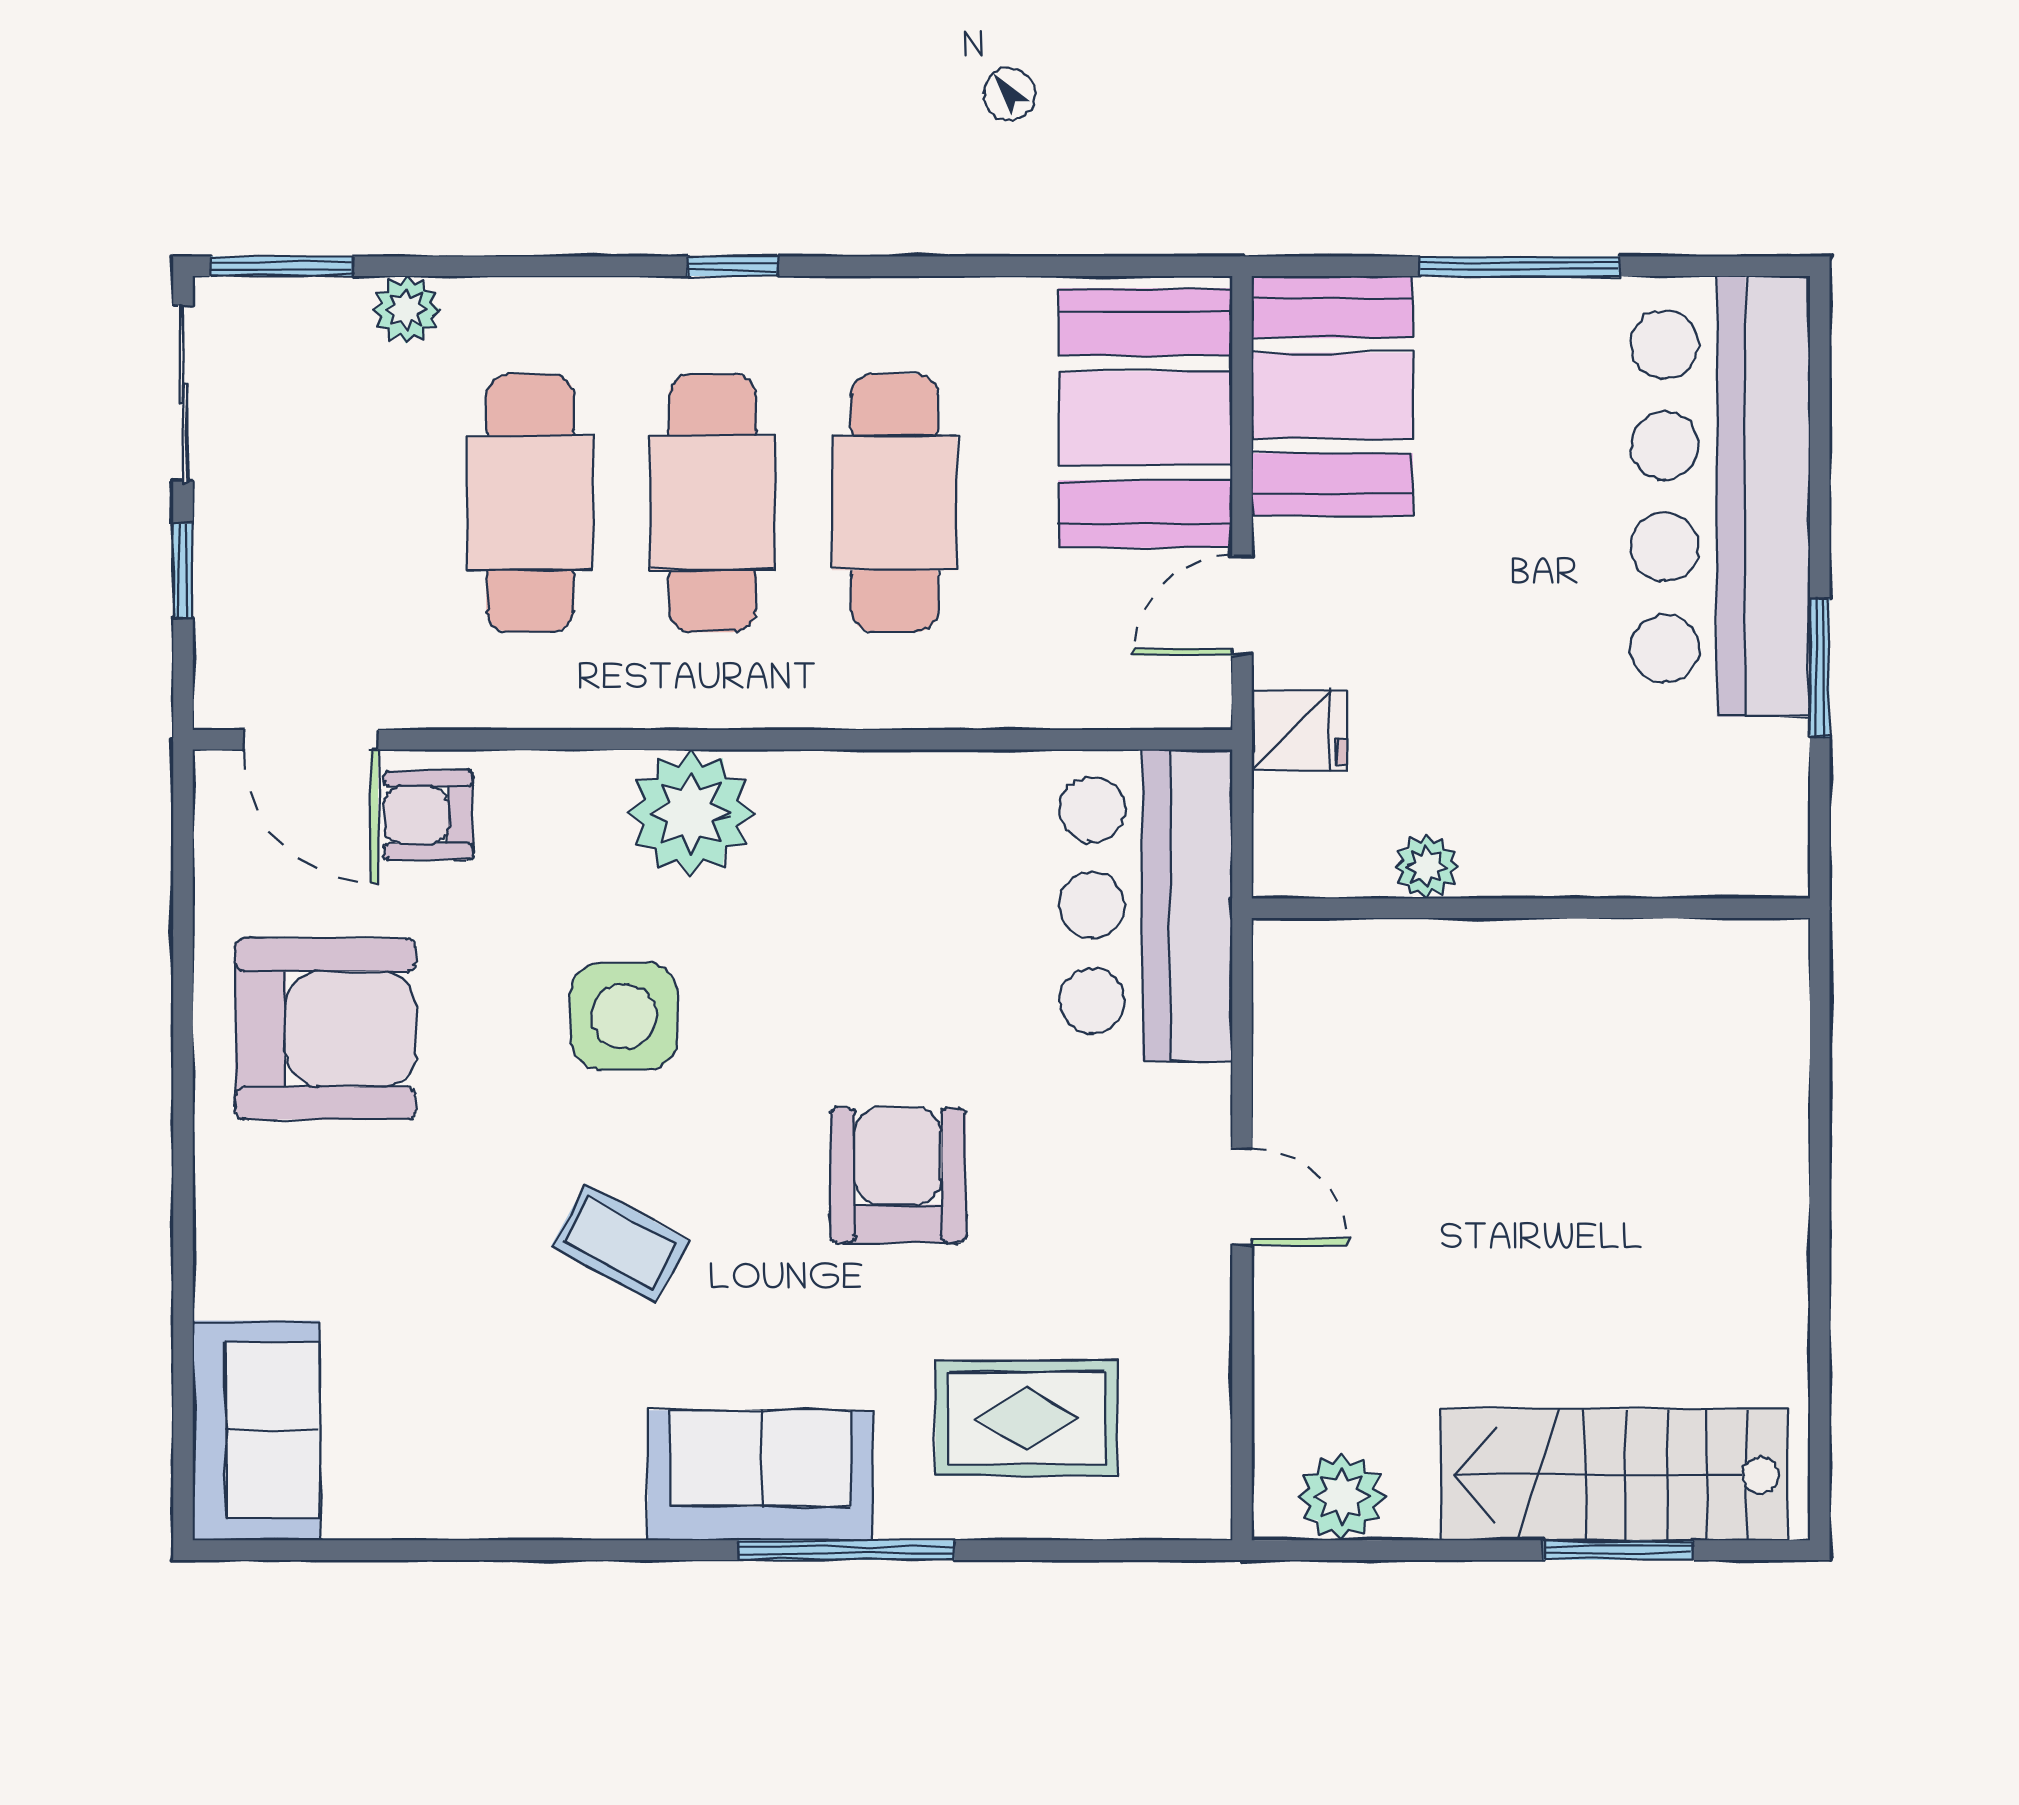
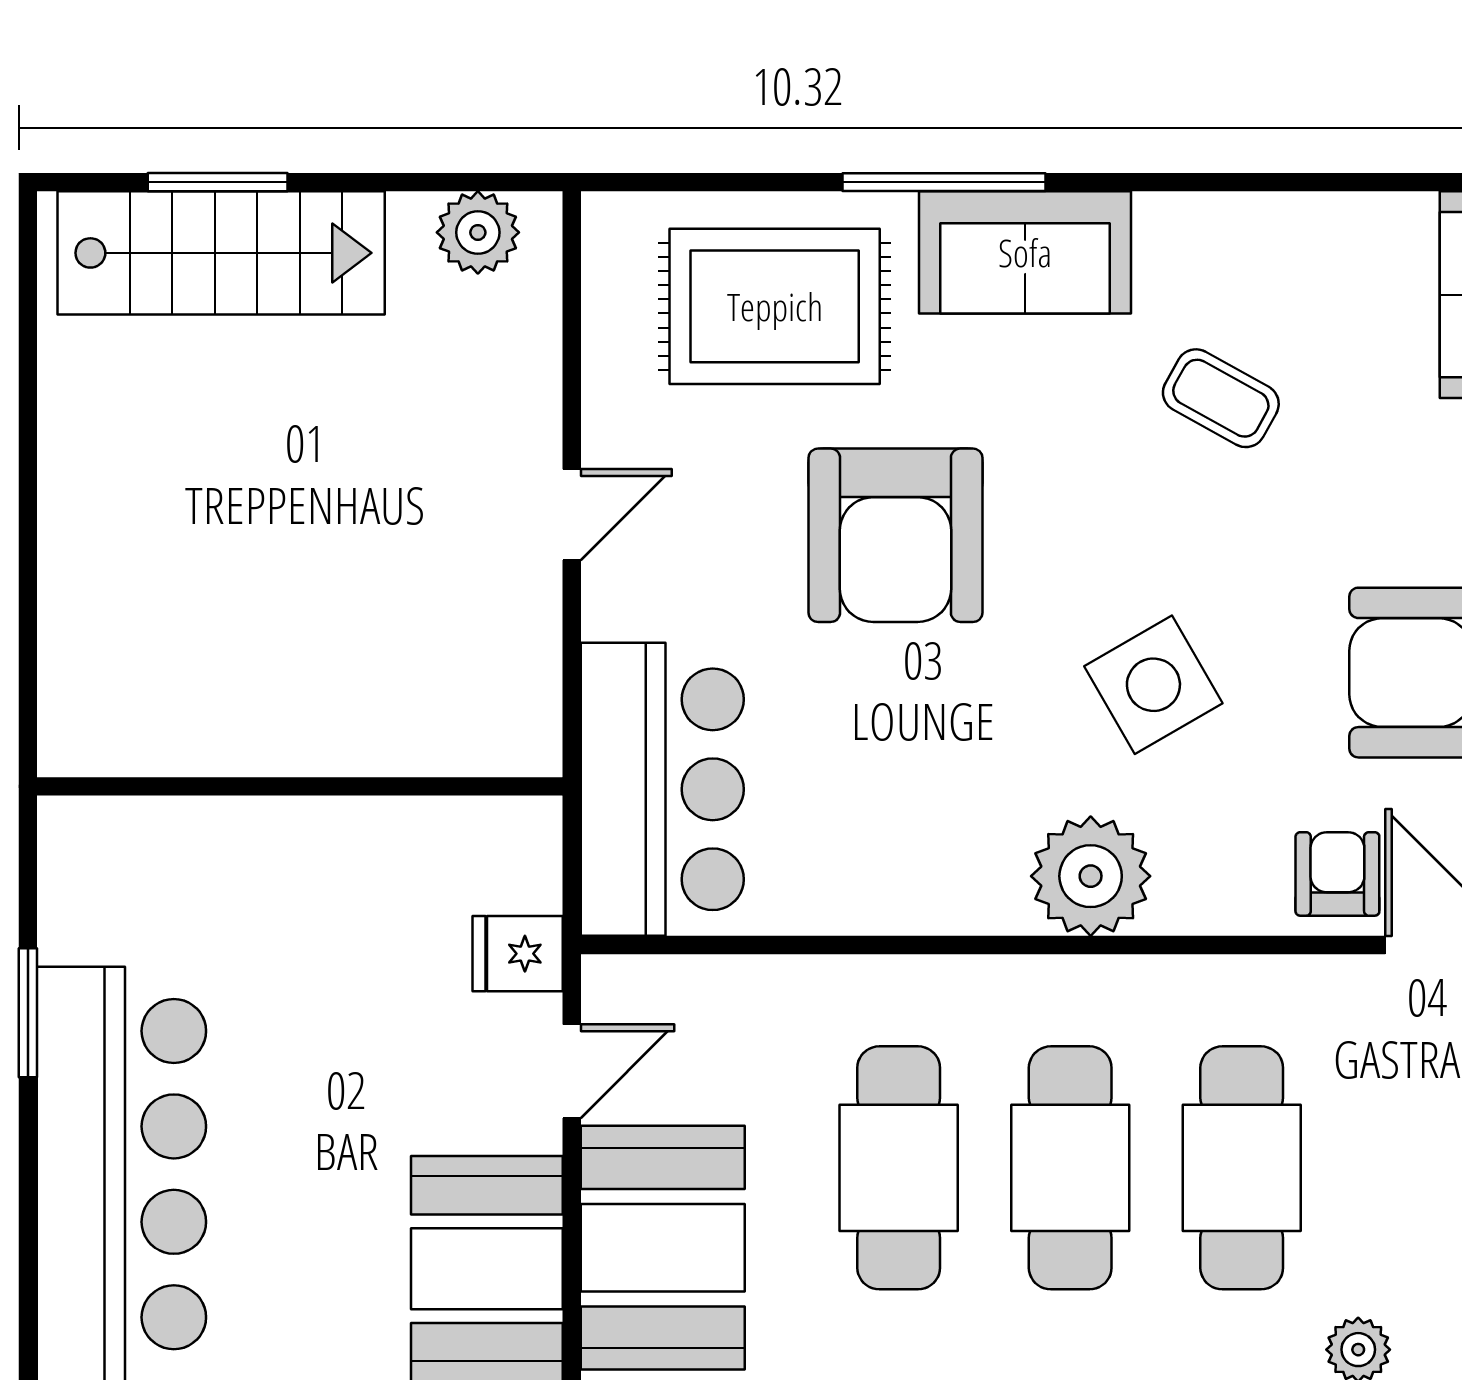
armchair: (429, 815) -> (1337, 874), turned -90
plant: (1427, 867) -> (398, 825), removed
side table: (624, 1016) -> (1153, 685), turned -30
armchair: (898, 1175) -> (895, 535), width x1.36, depth x1.36
door: (1242, 1197) -> (572, 515), swing flipped
coffee table: (620, 1243) -> (1221, 398), moved
rug: (1026, 1418) -> (775, 306), width x1.36, depth x1.43

